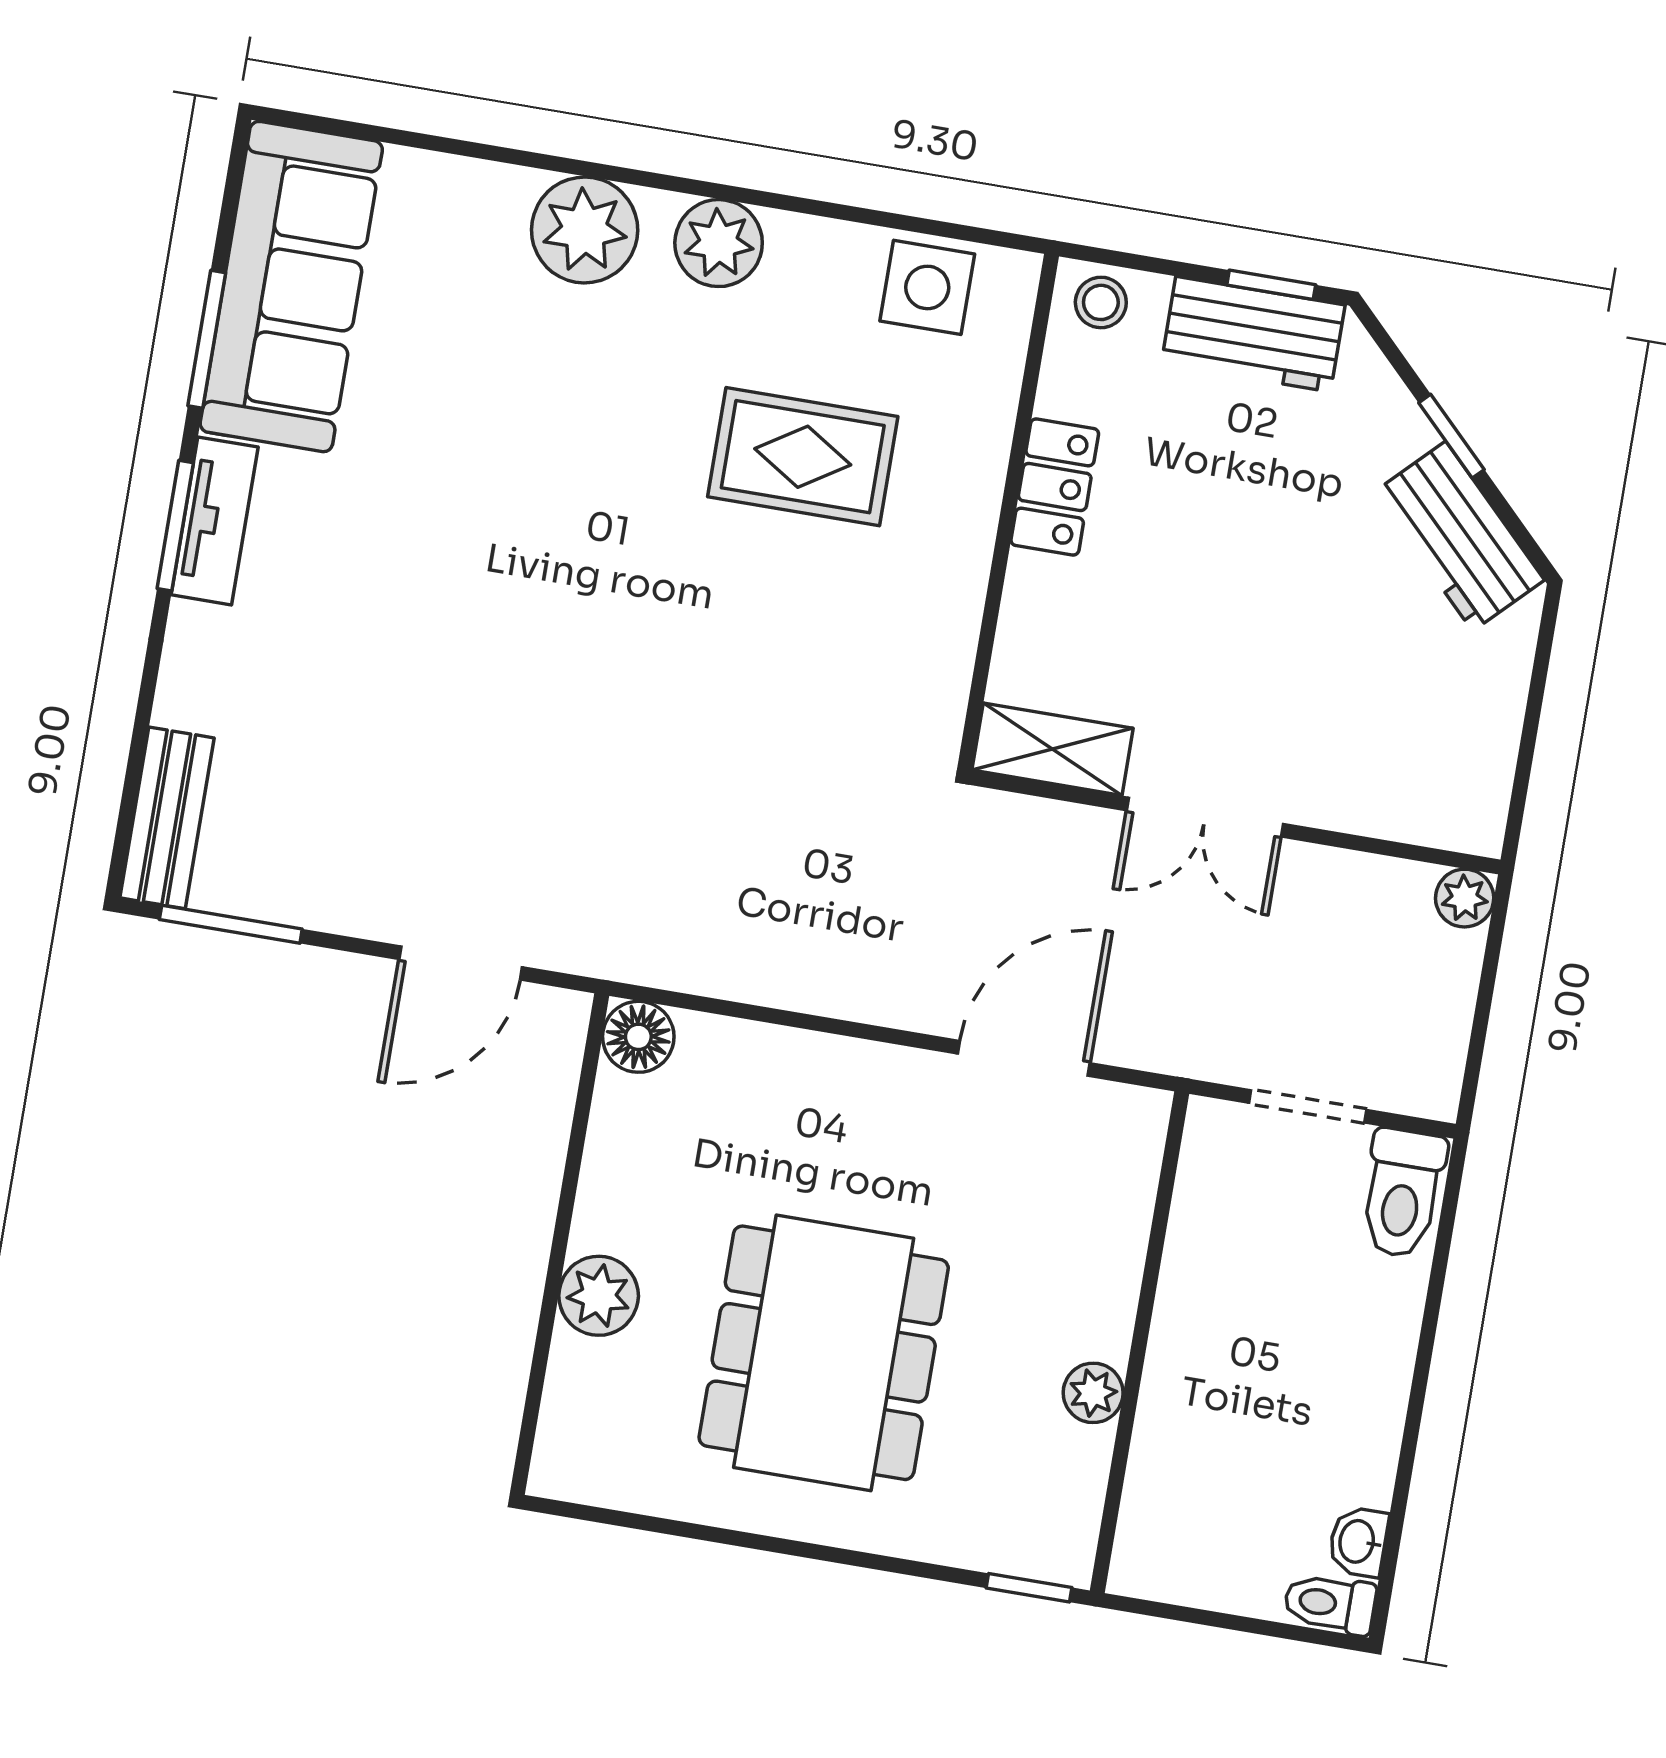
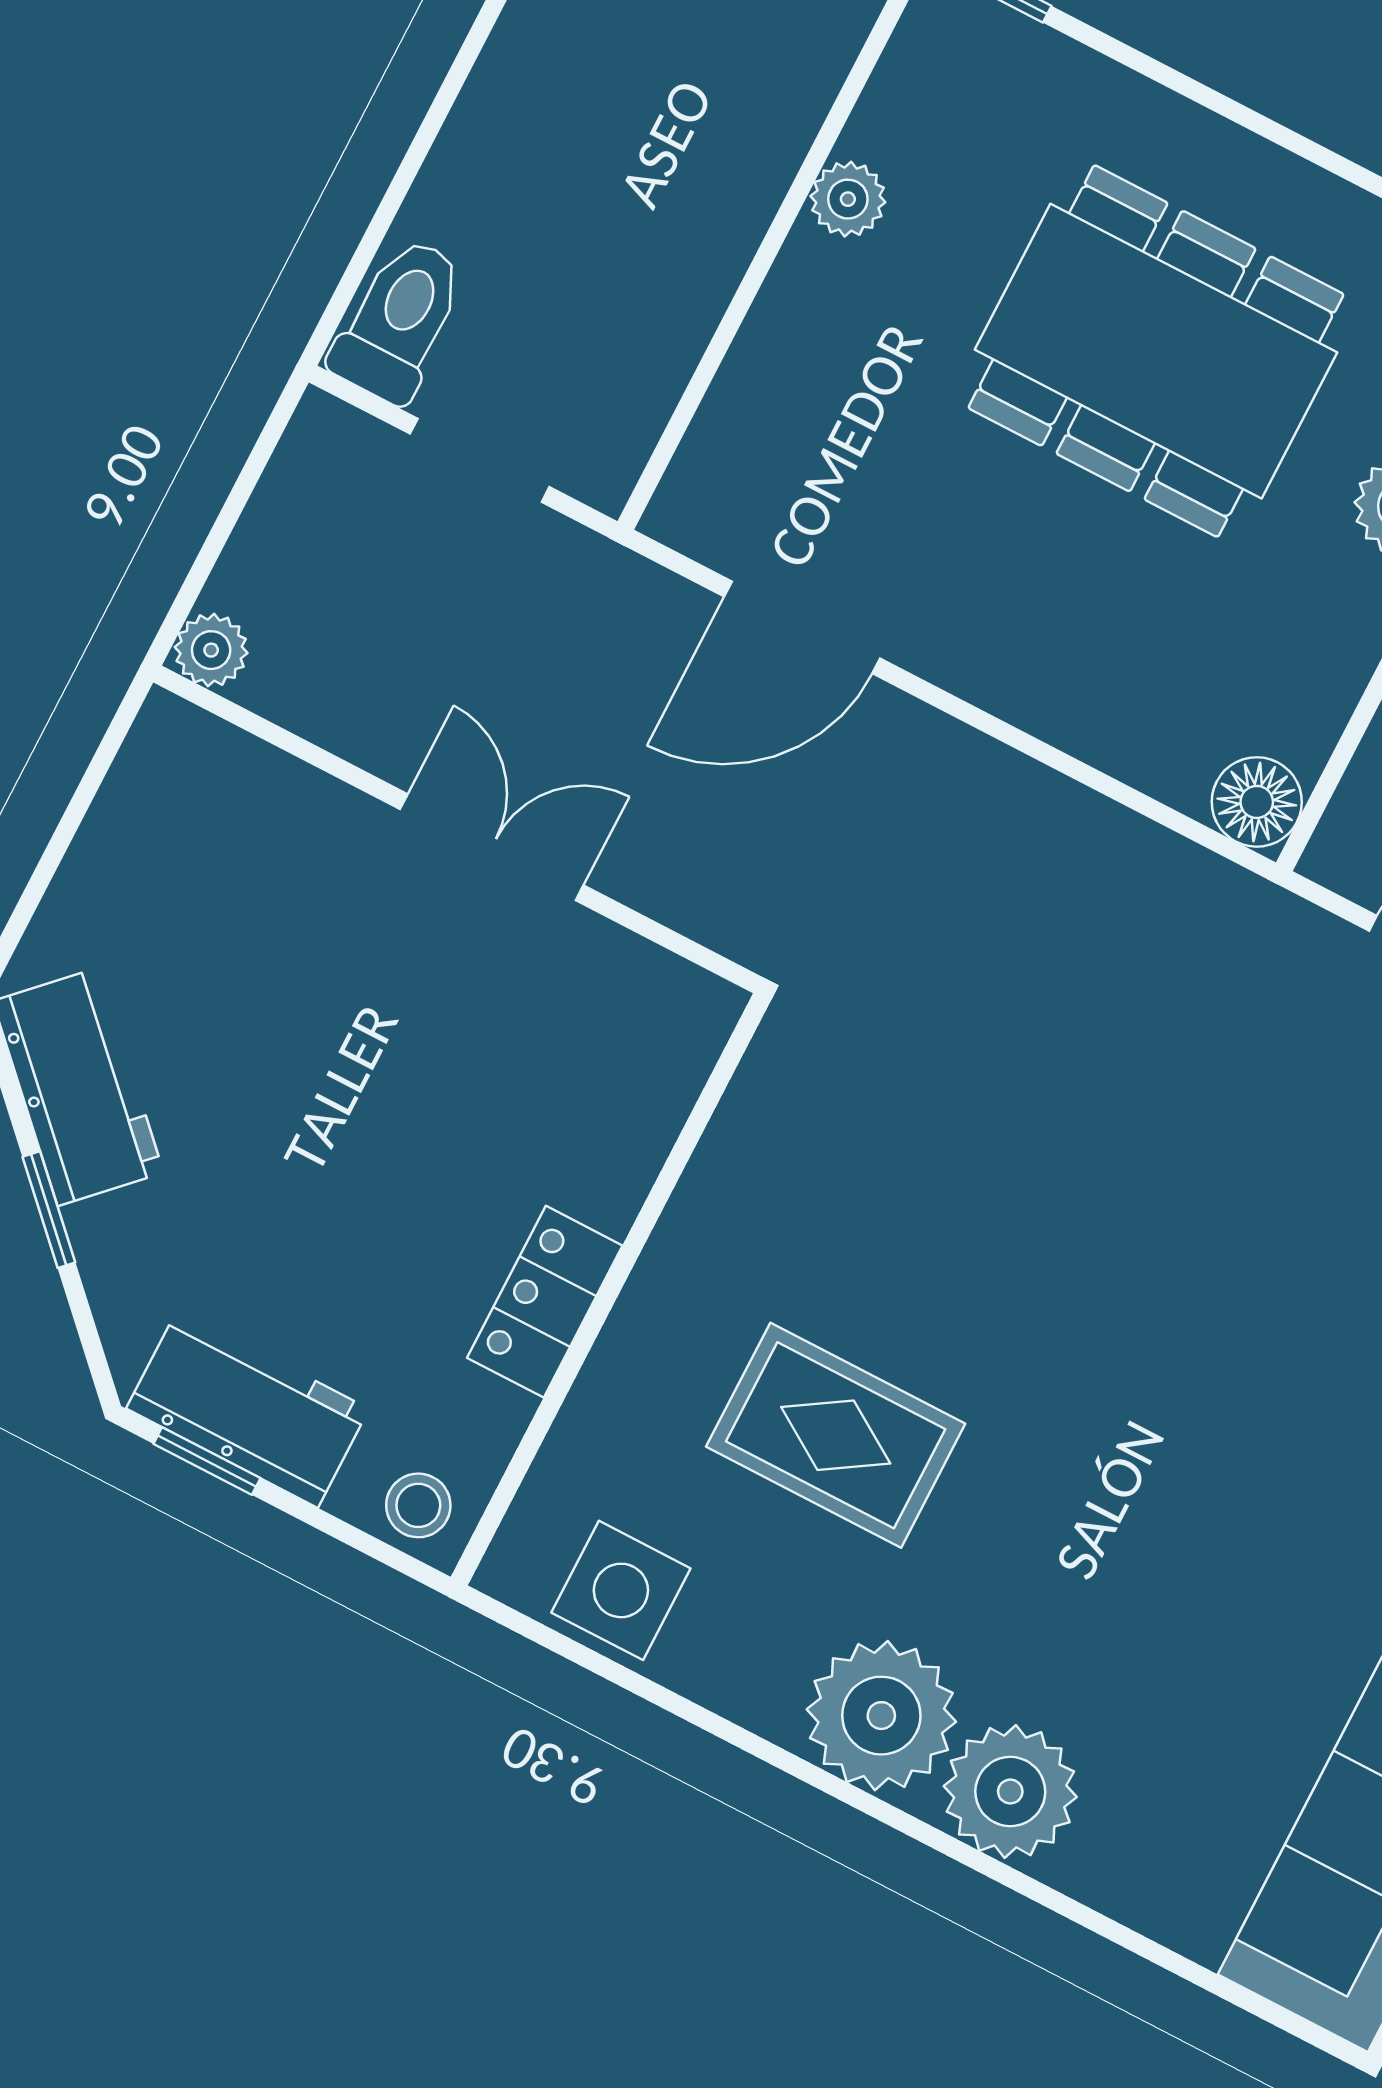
plant: (719, 243) -> (881, 1716), width x1.36, depth x1.36
shelving: (1053, 749) -> (648, 988), removed
dining table: (824, 1353) -> (1156, 351), turned 90

